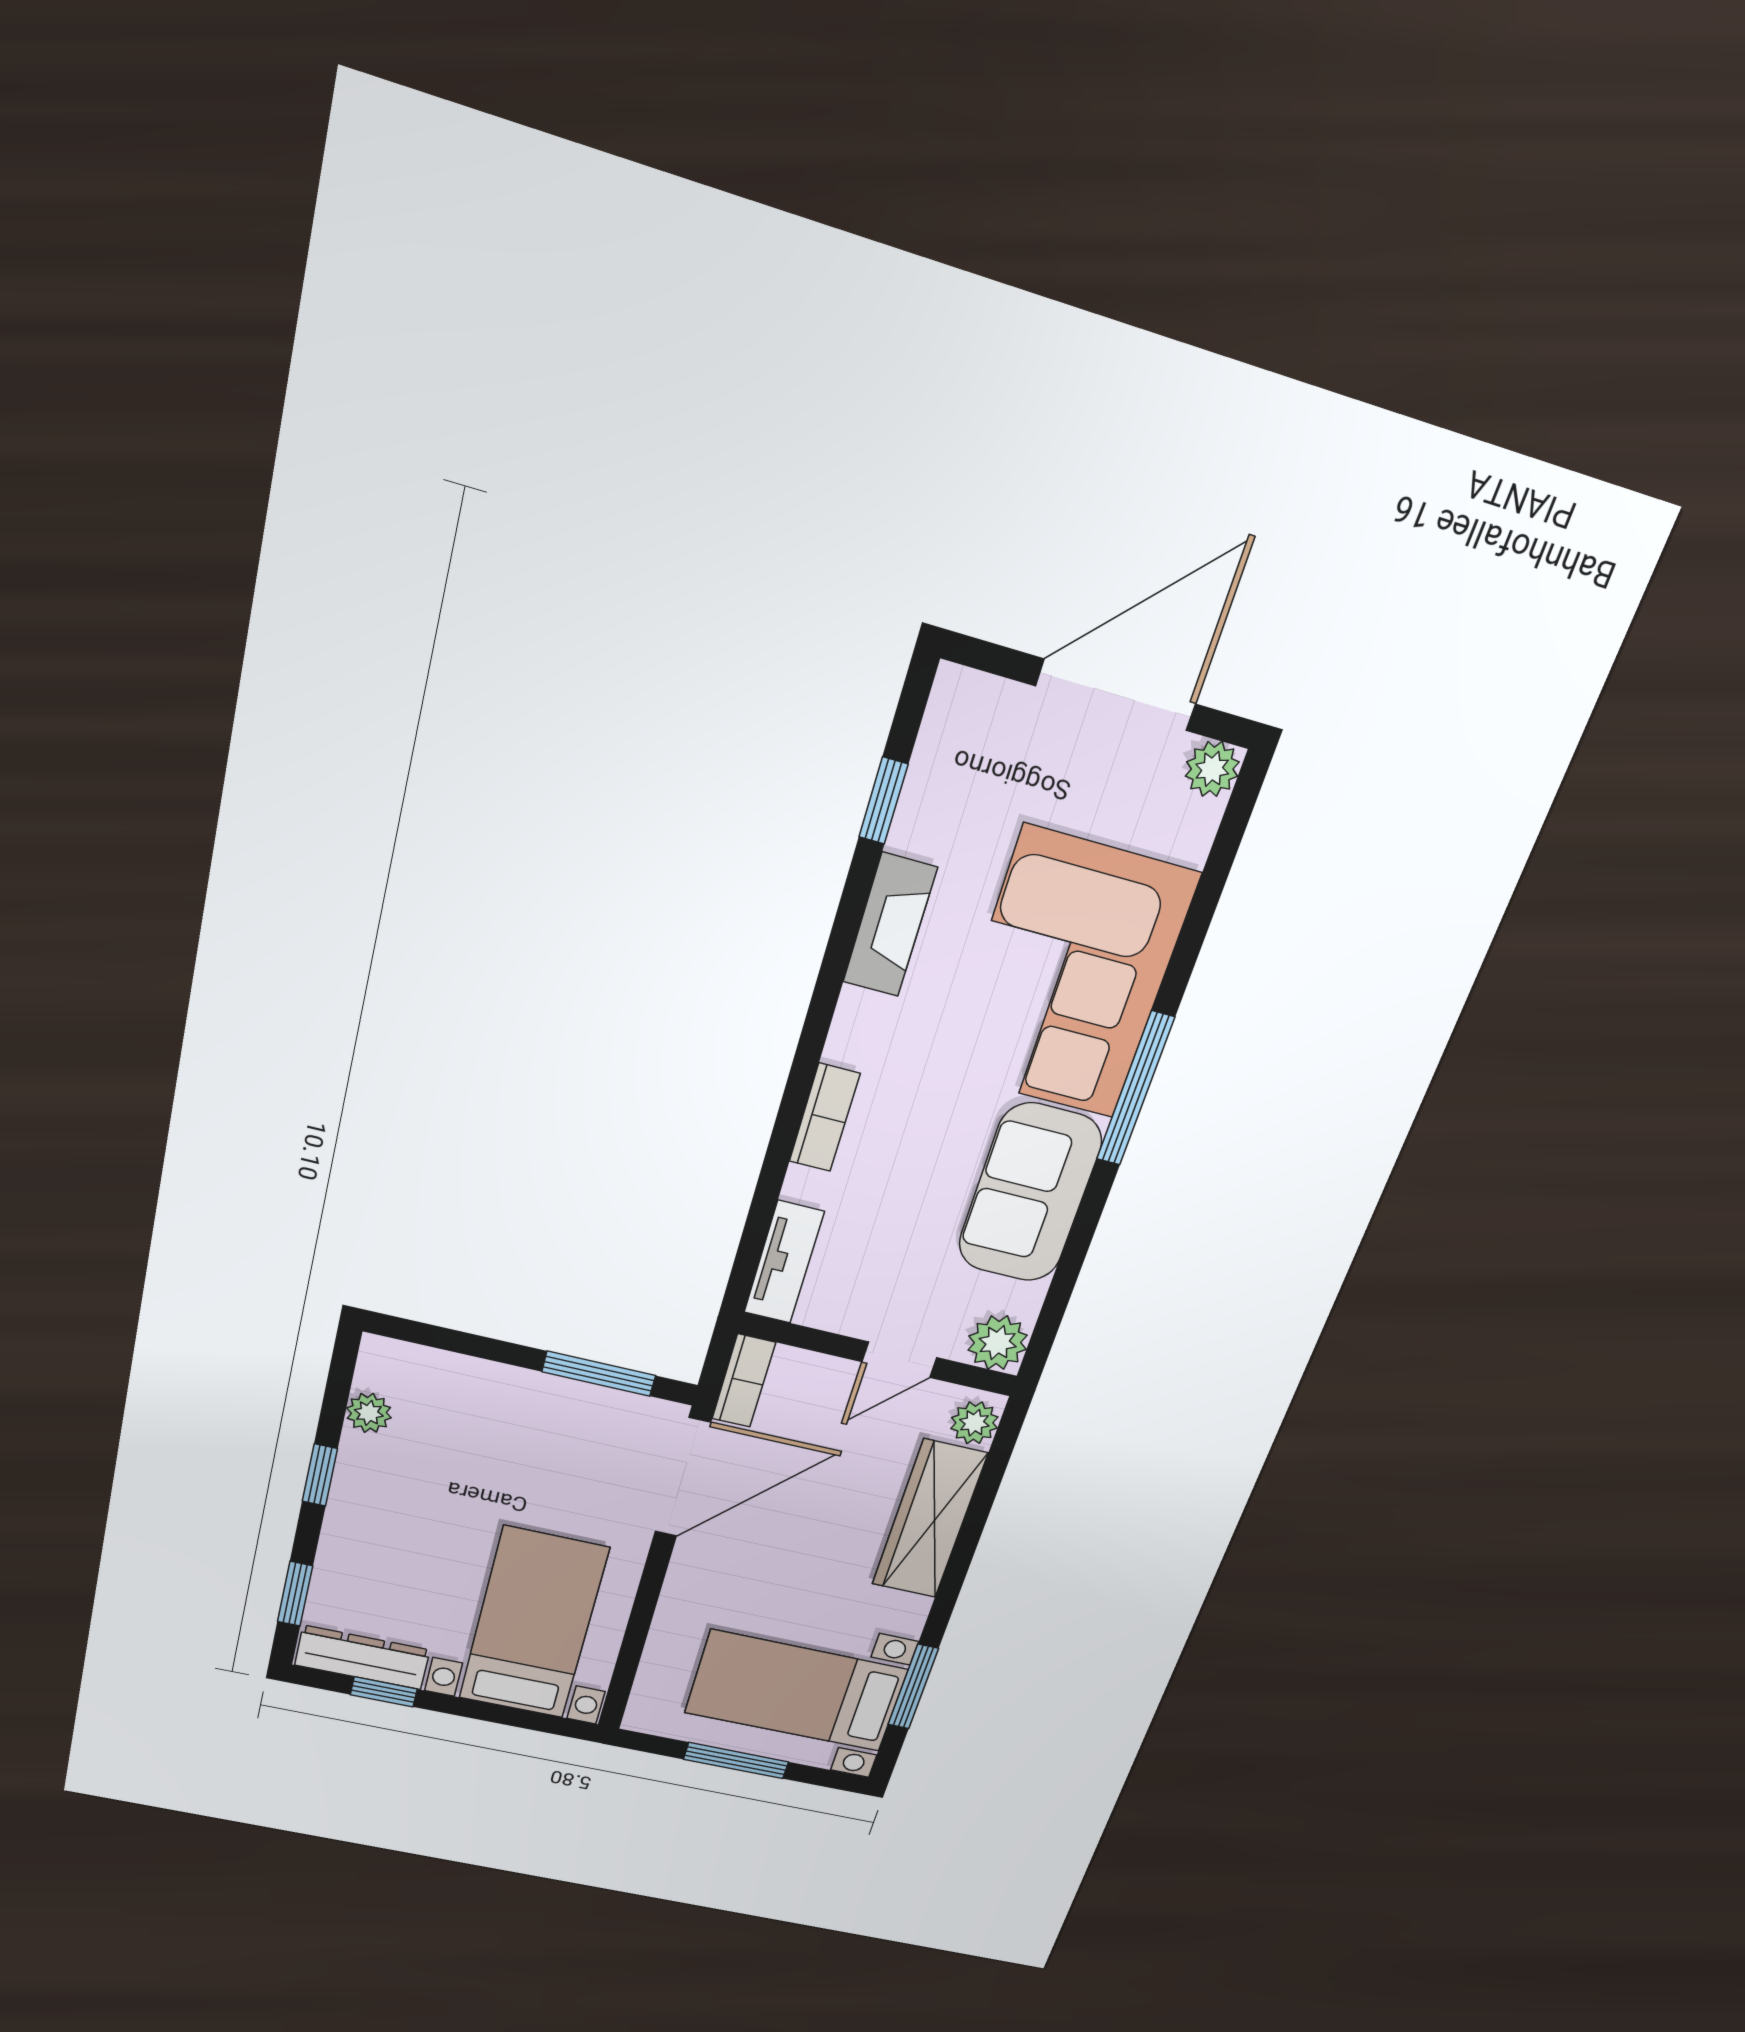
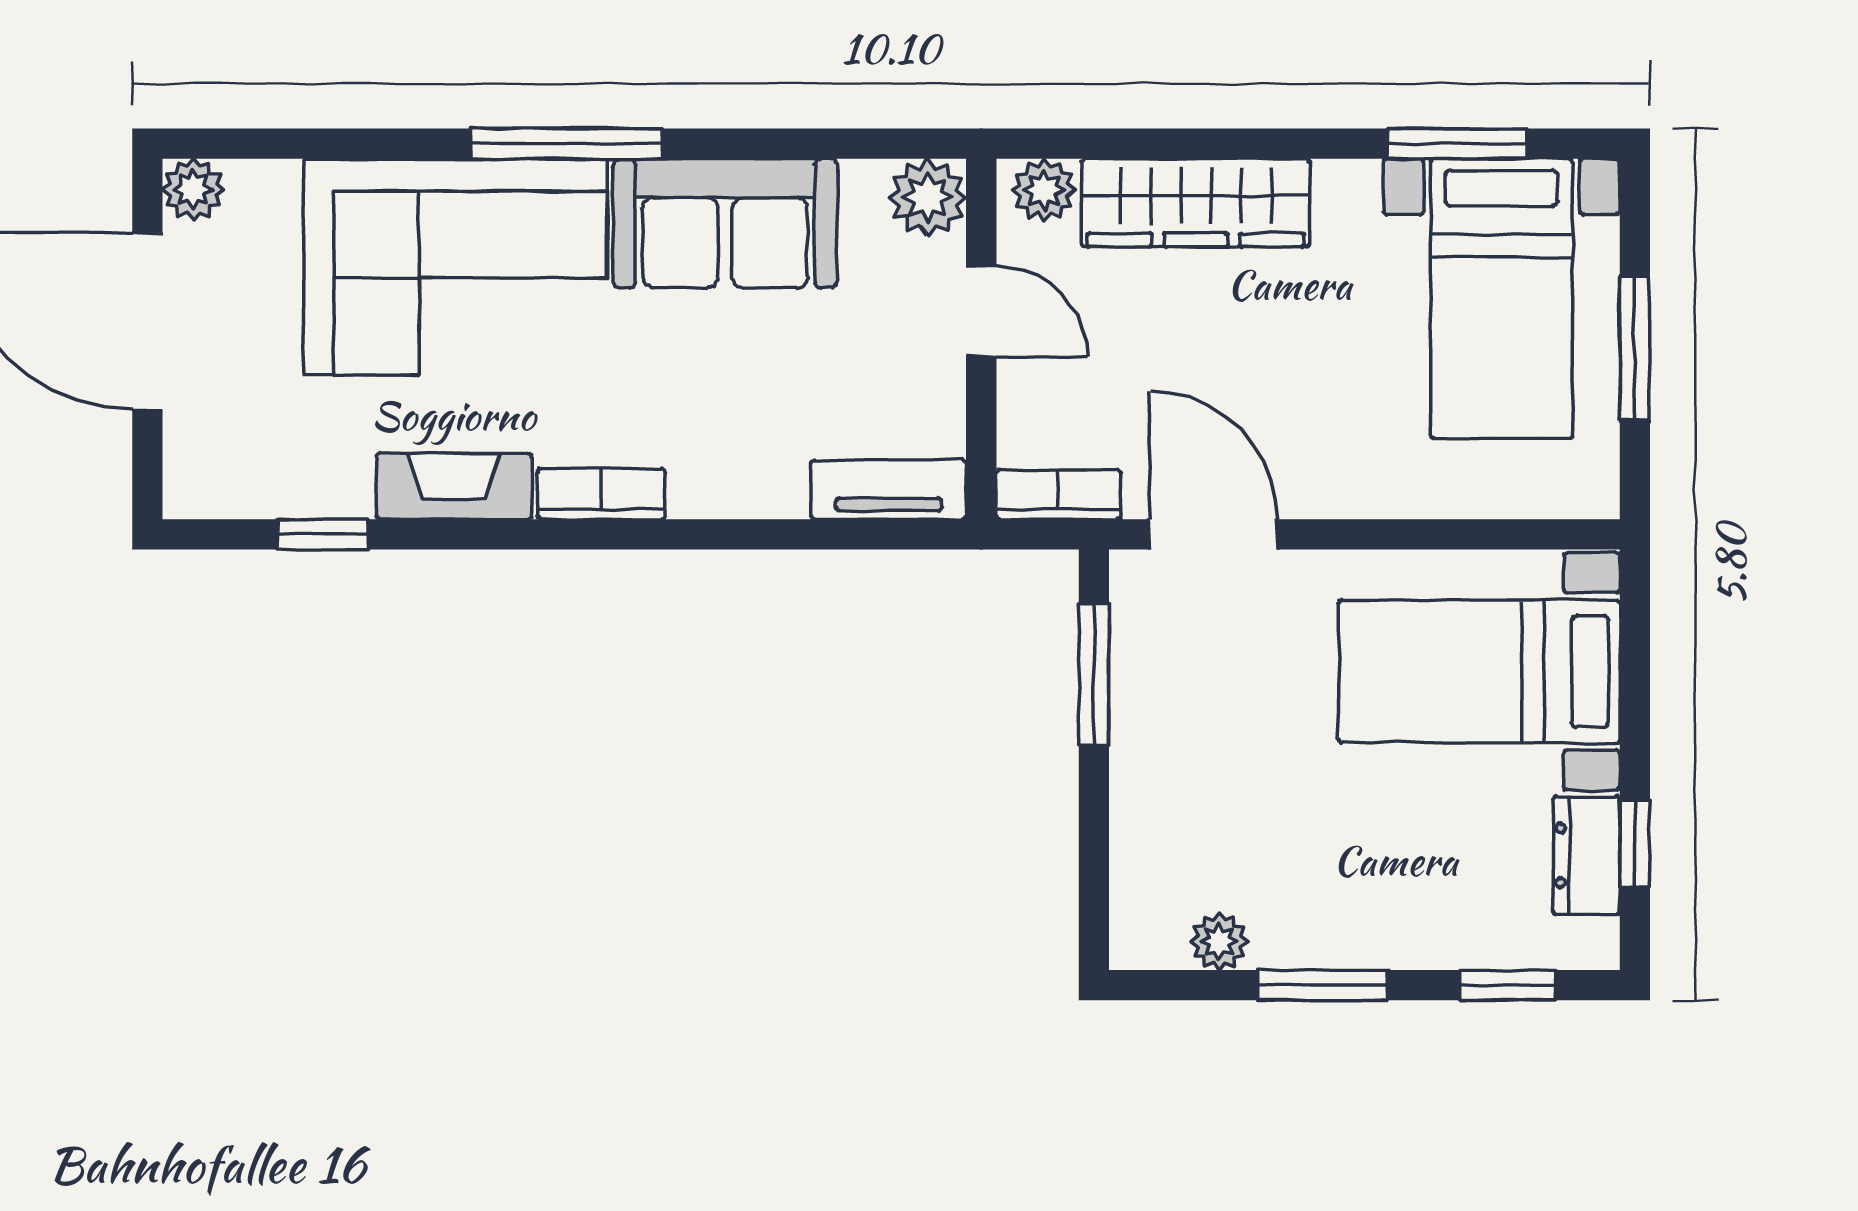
bookcase: (824, 1117) -> (601, 494), moved
window: (320, 1475) -> (1323, 985), width x1.50
door: (683, 1477) -> (1213, 534), width x0.73
dresser: (362, 1657) -> (1586, 855), width x0.70

